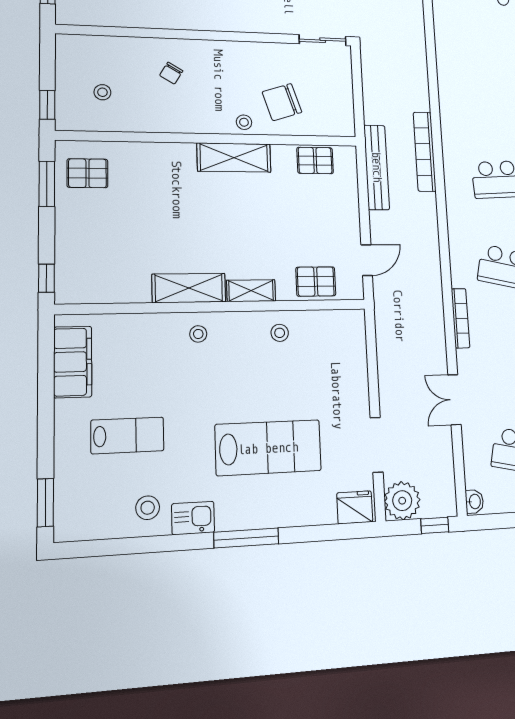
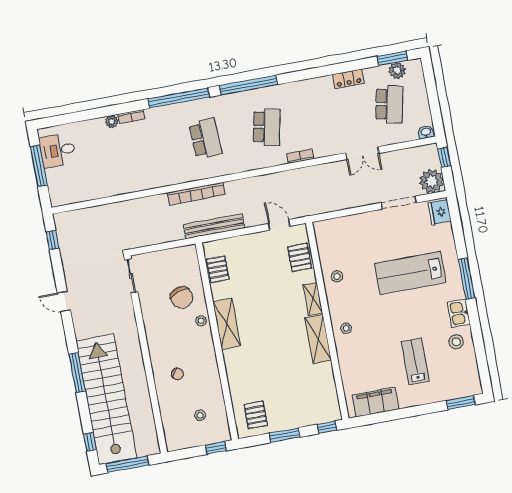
window: (47, 184) -> (285, 435), moved
bookcase: (460, 318) -> (300, 156), width x0.64
lab bench: (268, 448) -> (410, 273), turned -90

